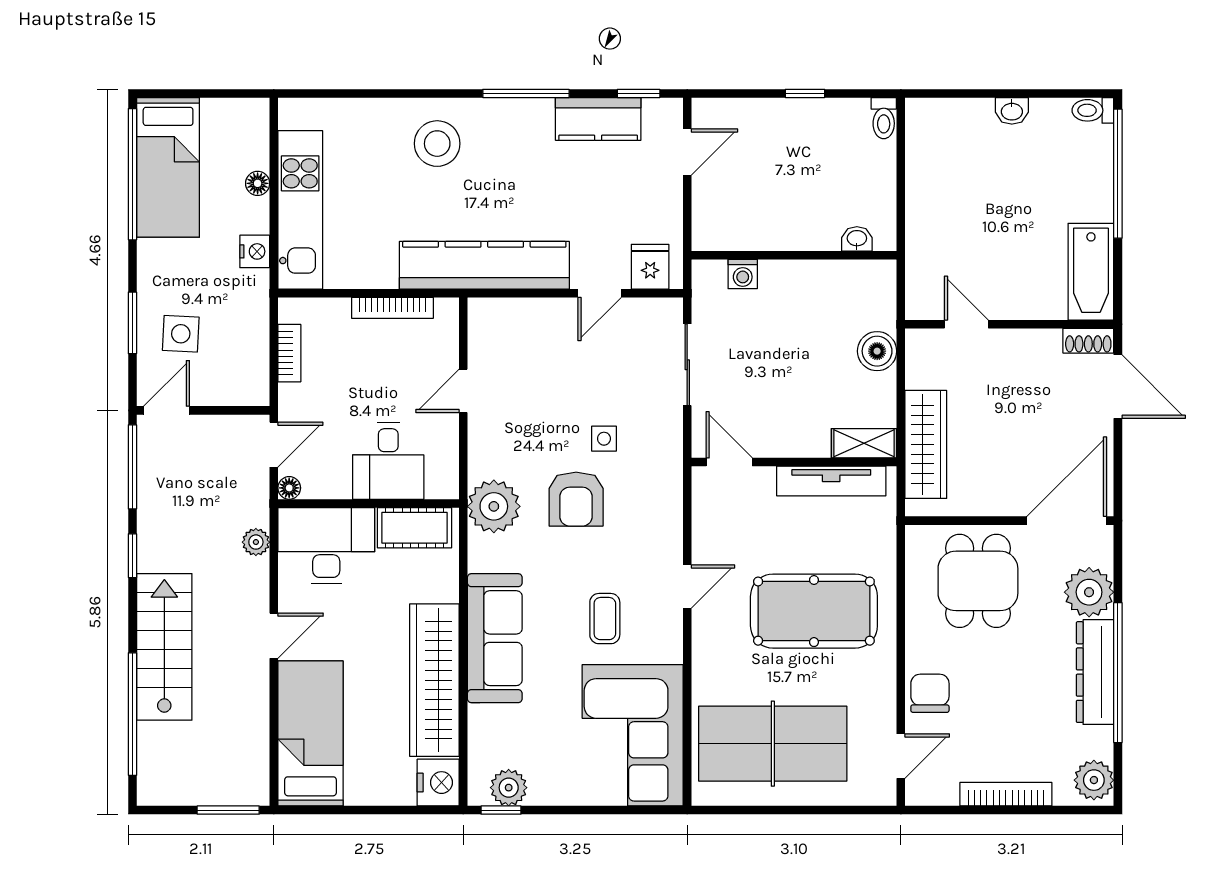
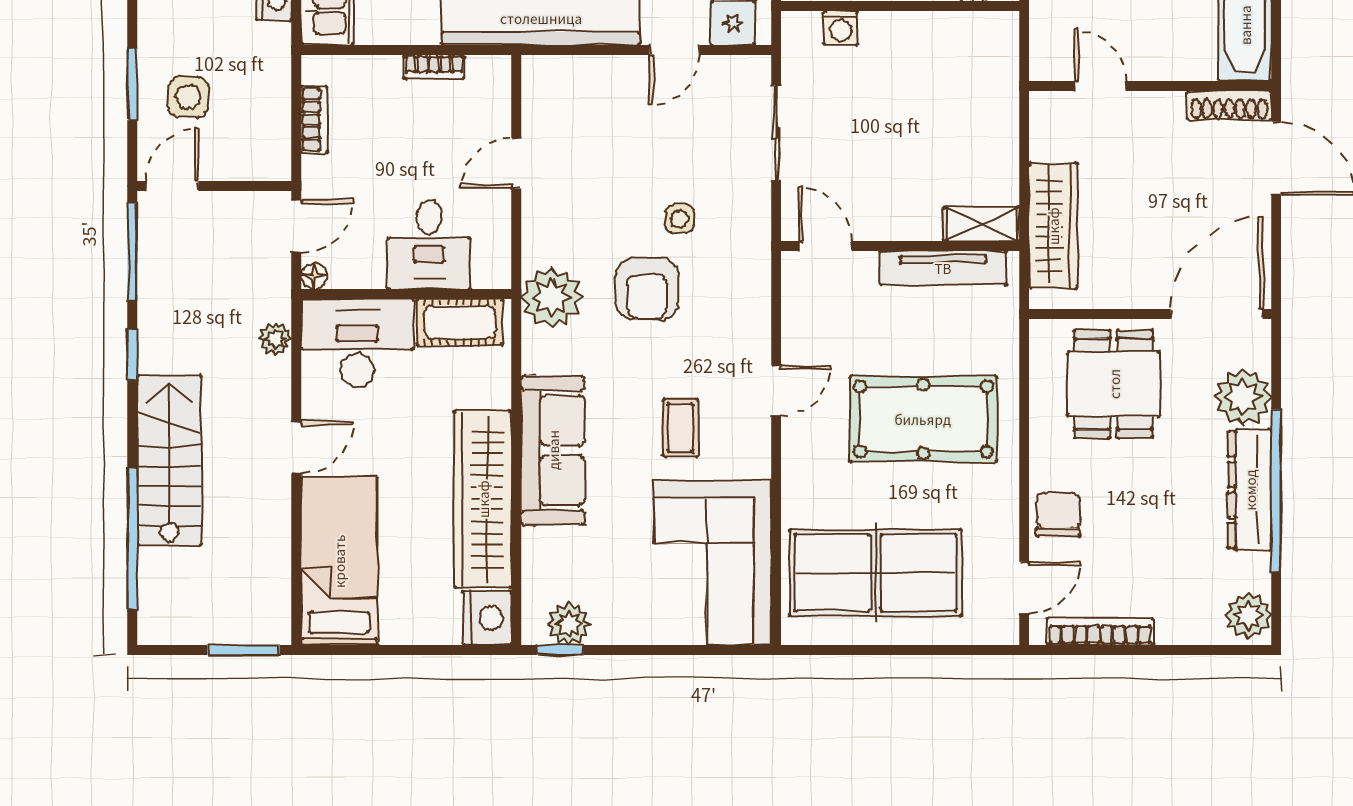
bookcase: (392, 308) -> (434, 67), width x0.64
shoe rack: (1088, 341) -> (1229, 105), width x1.43
boiler: (877, 351) -> (997, 117), removed
bookcase: (1006, 794) -> (1100, 632), moved

